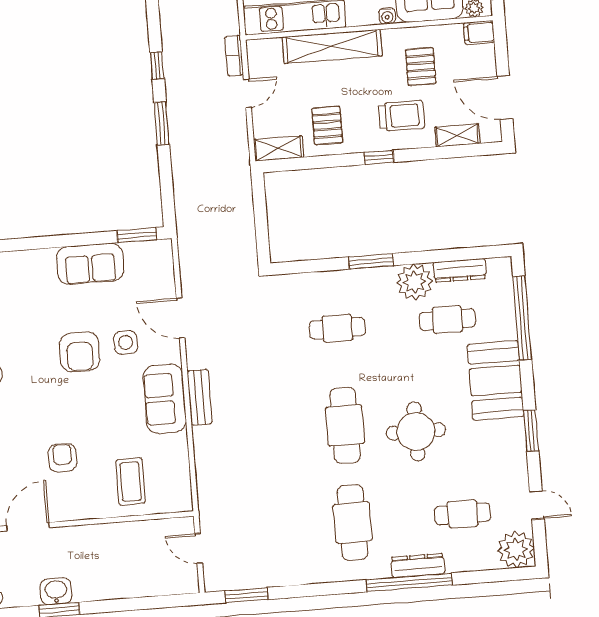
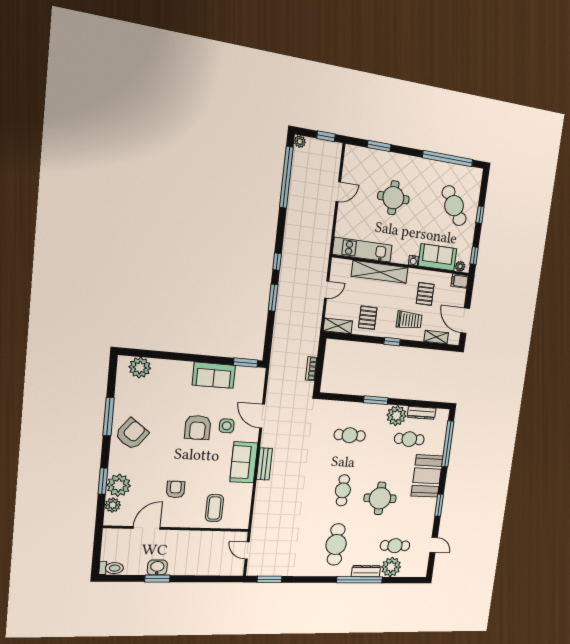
bookcase: (234, 56) -> (311, 369), moved
cafe table: (345, 425) -> (343, 490), width x0.73, depth x0.74
plant: (516, 550) -> (391, 567), moved

